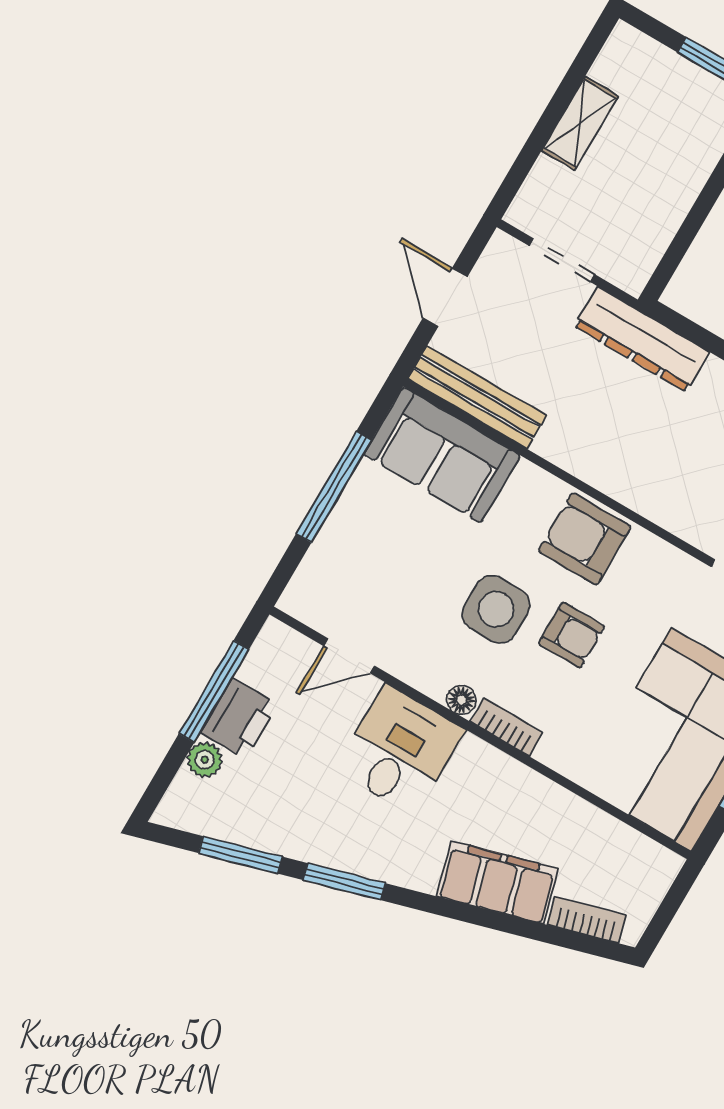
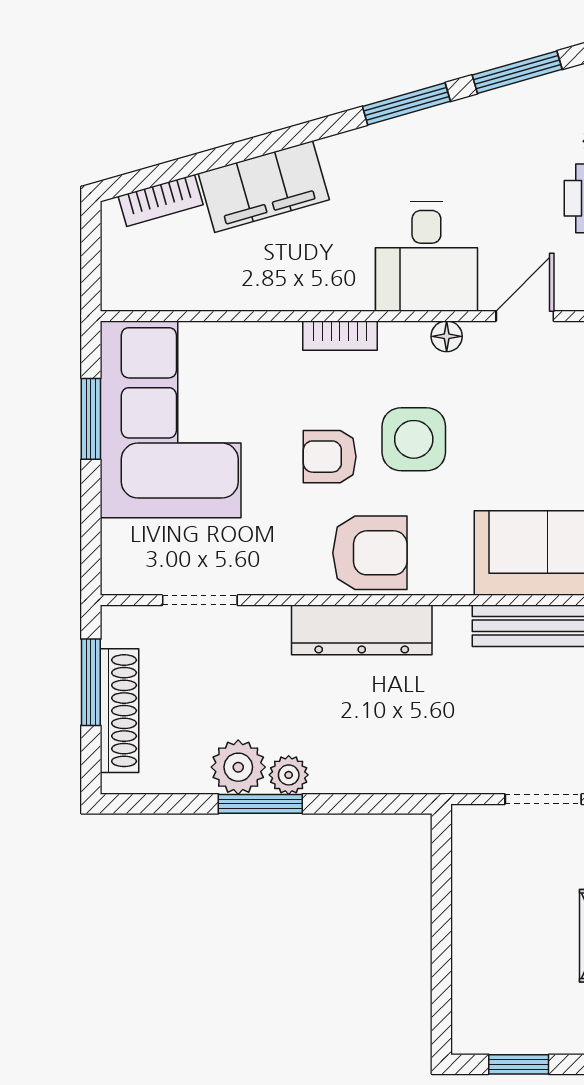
dresser: (642, 339) -> (362, 630), moved, turned 180
floor lamp: (462, 700) -> (447, 336), moved

